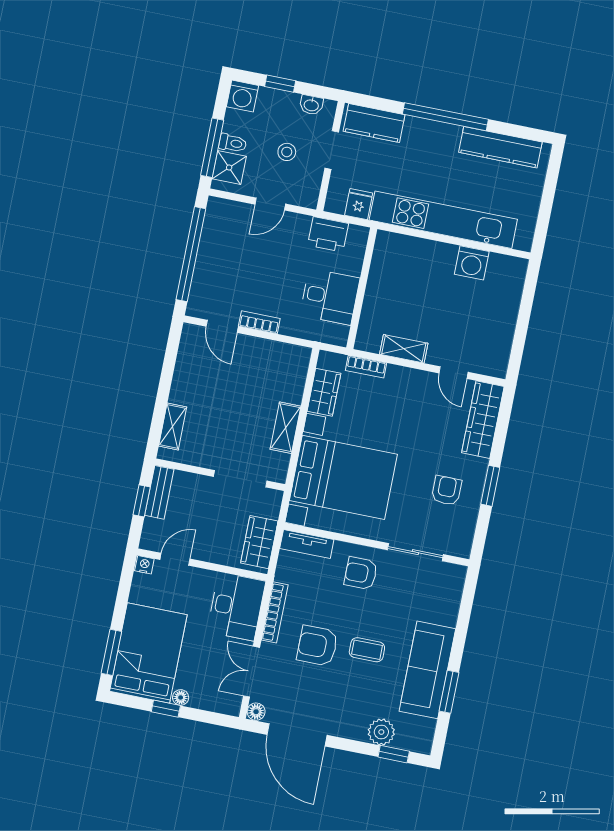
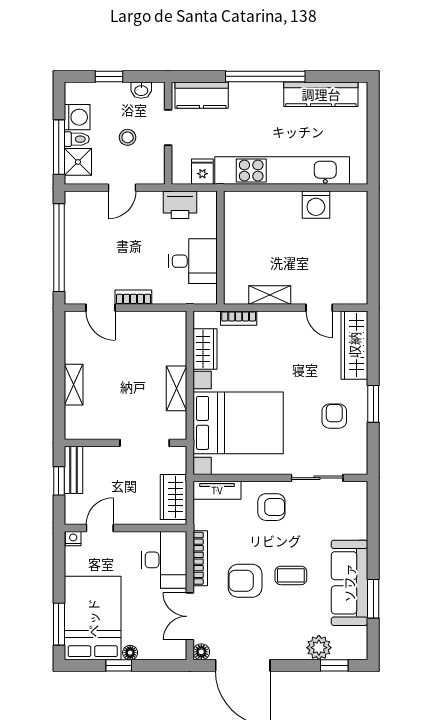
washing machine: (242, 96) -> (77, 117), moved, turned -90
shelving: (173, 427) -> (74, 385), moved
armchair: (361, 573) -> (271, 507), turned 180

